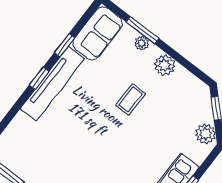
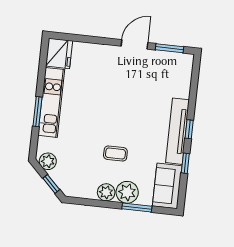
plant: (142, 43) -> (127, 192), width x1.88, depth x1.88
coffee table: (131, 99) -> (115, 154), turned 90

